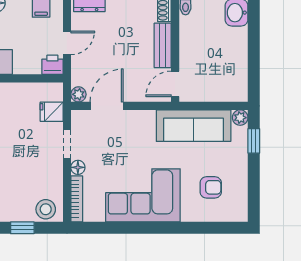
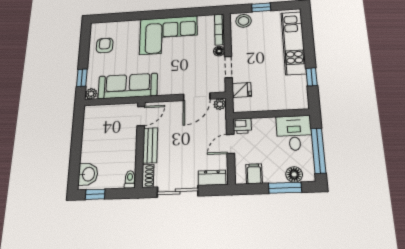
armchair: (211, 187) -> (105, 45), moved, turned 90

